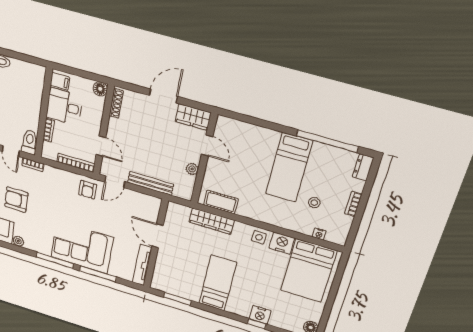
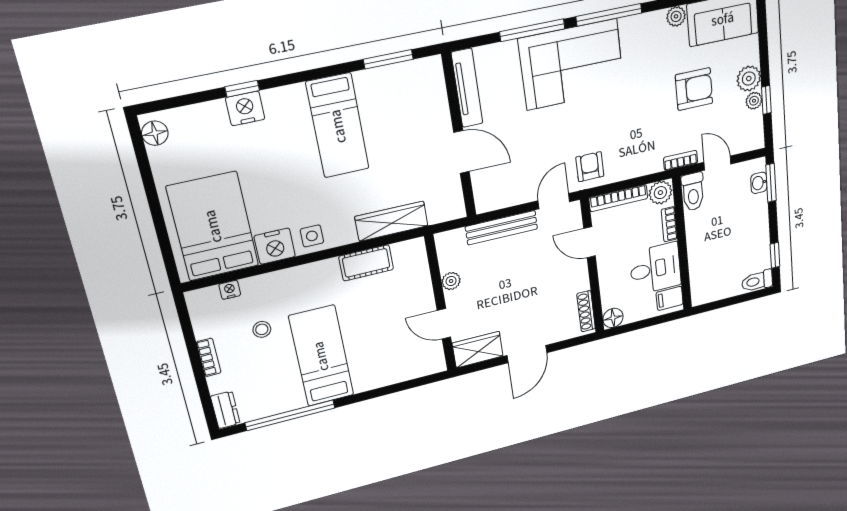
plant: (50, 152) -> (660, 193), added
cot: (221, 202) -> (366, 263), moved

